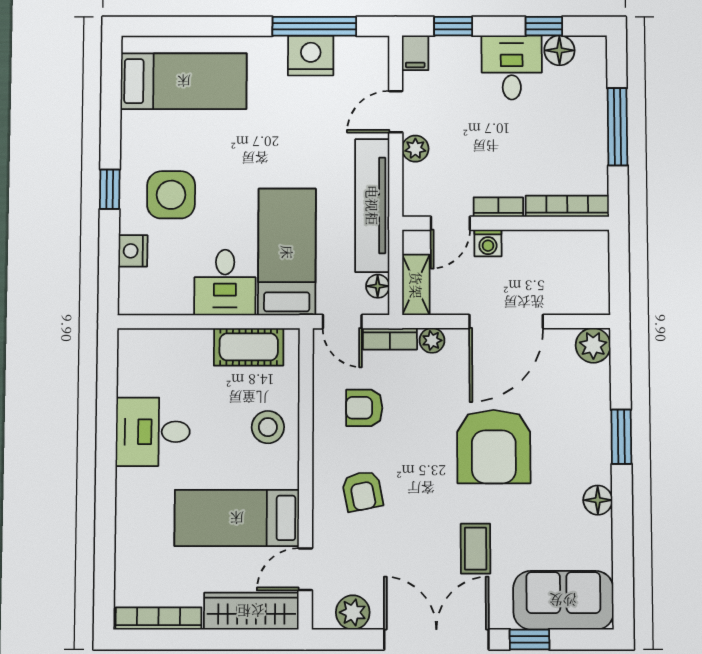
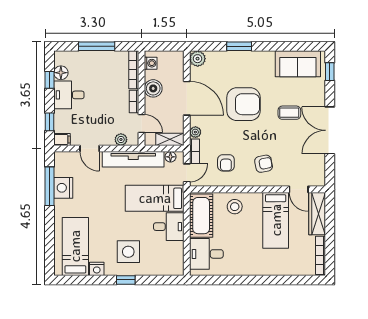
plant: (415, 149) -> (121, 140), moved
washing machine: (488, 243) -> (151, 63), moved
boiler: (527, 249) -> (153, 88), added
nightstand: (133, 251) -> (97, 269), moved
cot: (249, 347) -> (201, 216), width x1.37, depth x1.34
desk: (153, 432) -> (206, 254), moved, turned 90
floor lamp: (598, 500) -> (268, 57), removed
sofa: (563, 600) -> (298, 64), moved, turned -90
plant: (353, 612) -> (318, 168), removed
window: (529, 639) -> (330, 72), moved

